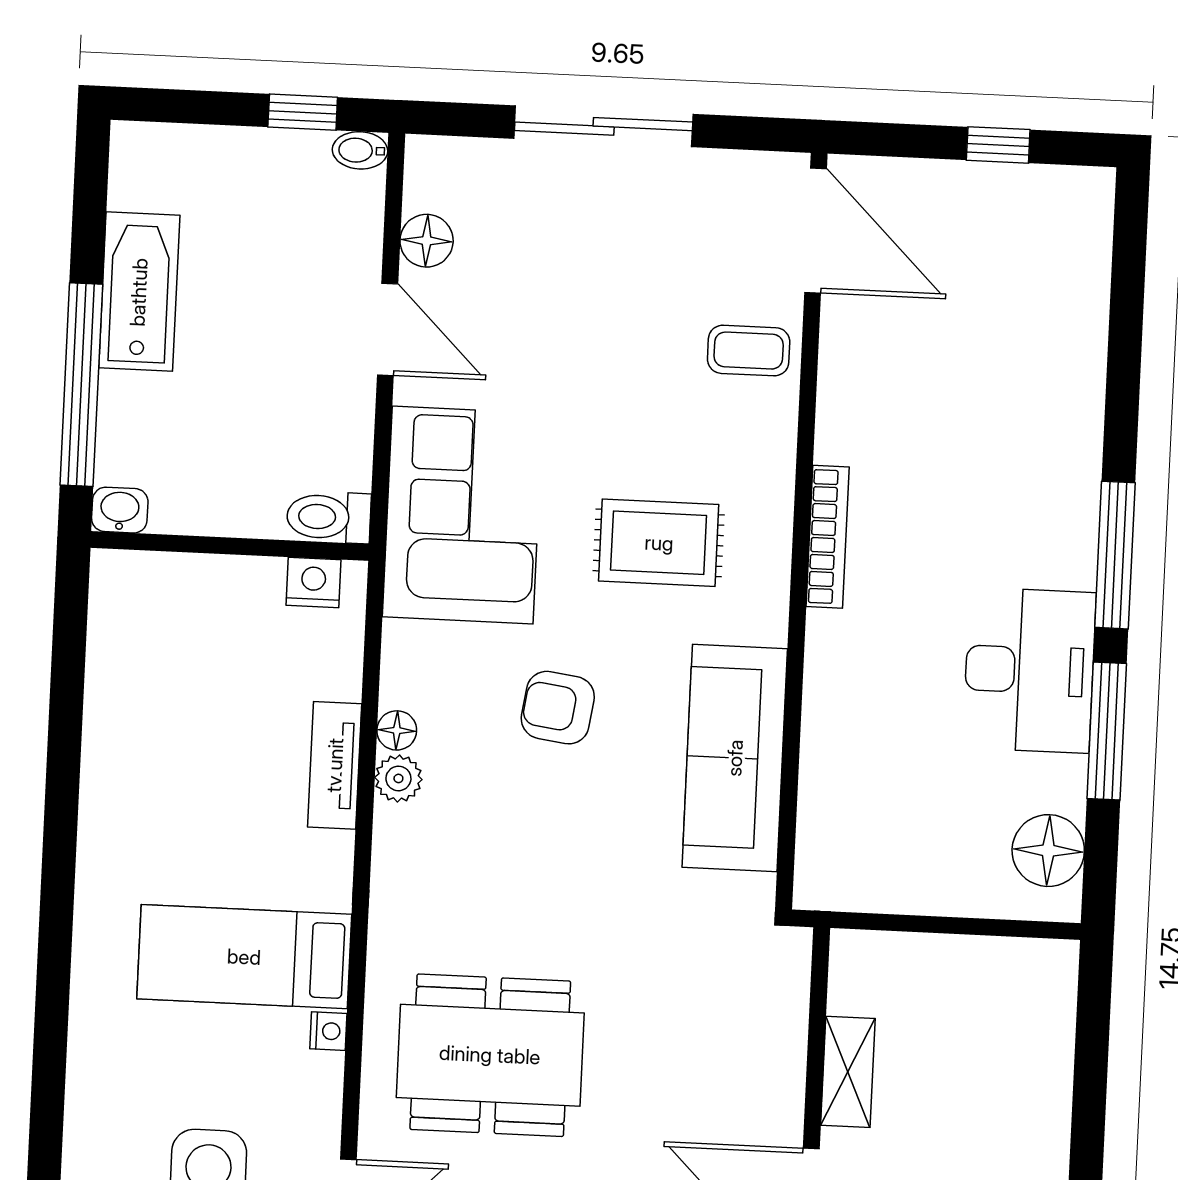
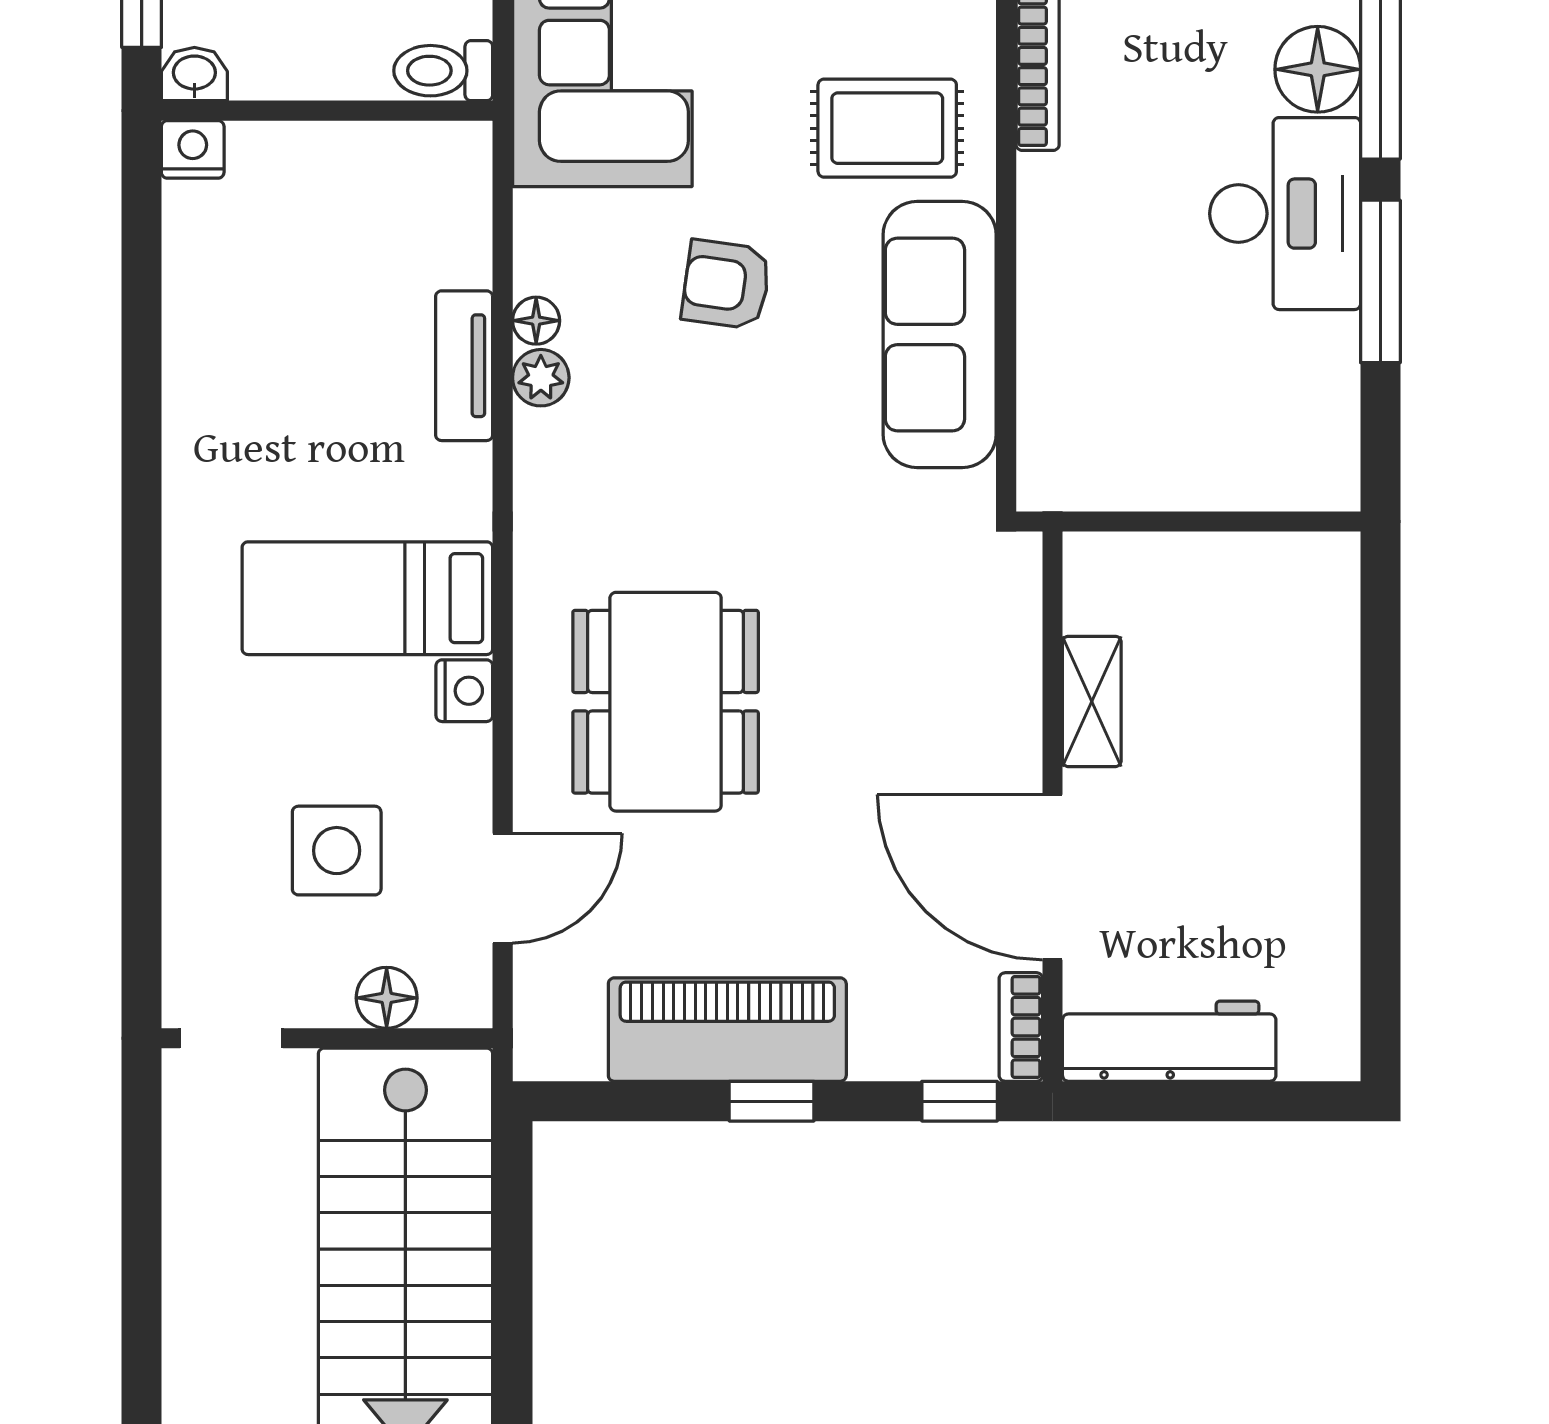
rug: (659, 543) -> (887, 128), moved
nightstand: (313, 583) -> (193, 149), moved
floor lamp: (1048, 851) -> (1318, 69), moved
nightstand: (328, 1031) -> (464, 691), width x1.39, depth x1.35
dining table: (490, 1055) -> (666, 702), turned 90

